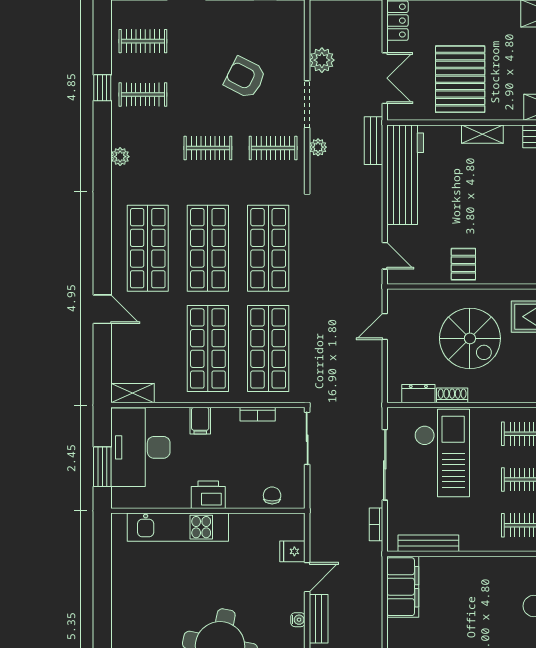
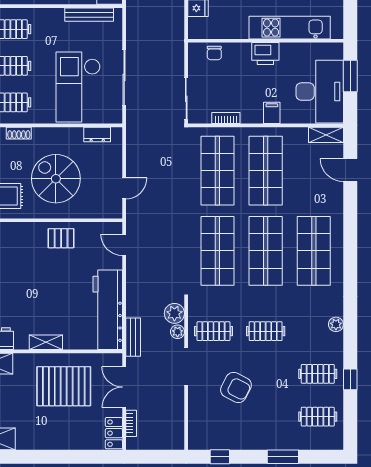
plant: (322, 60) -> (174, 313), moved
pallet: (460, 79) -> (64, 386), turned 90
pallet: (463, 264) -> (61, 238), turned 90
door: (102, 309) -> (350, 170), moved
shoe rack: (452, 395) -> (19, 133), moved
bookcase: (376, 524) -> (131, 423), moved

